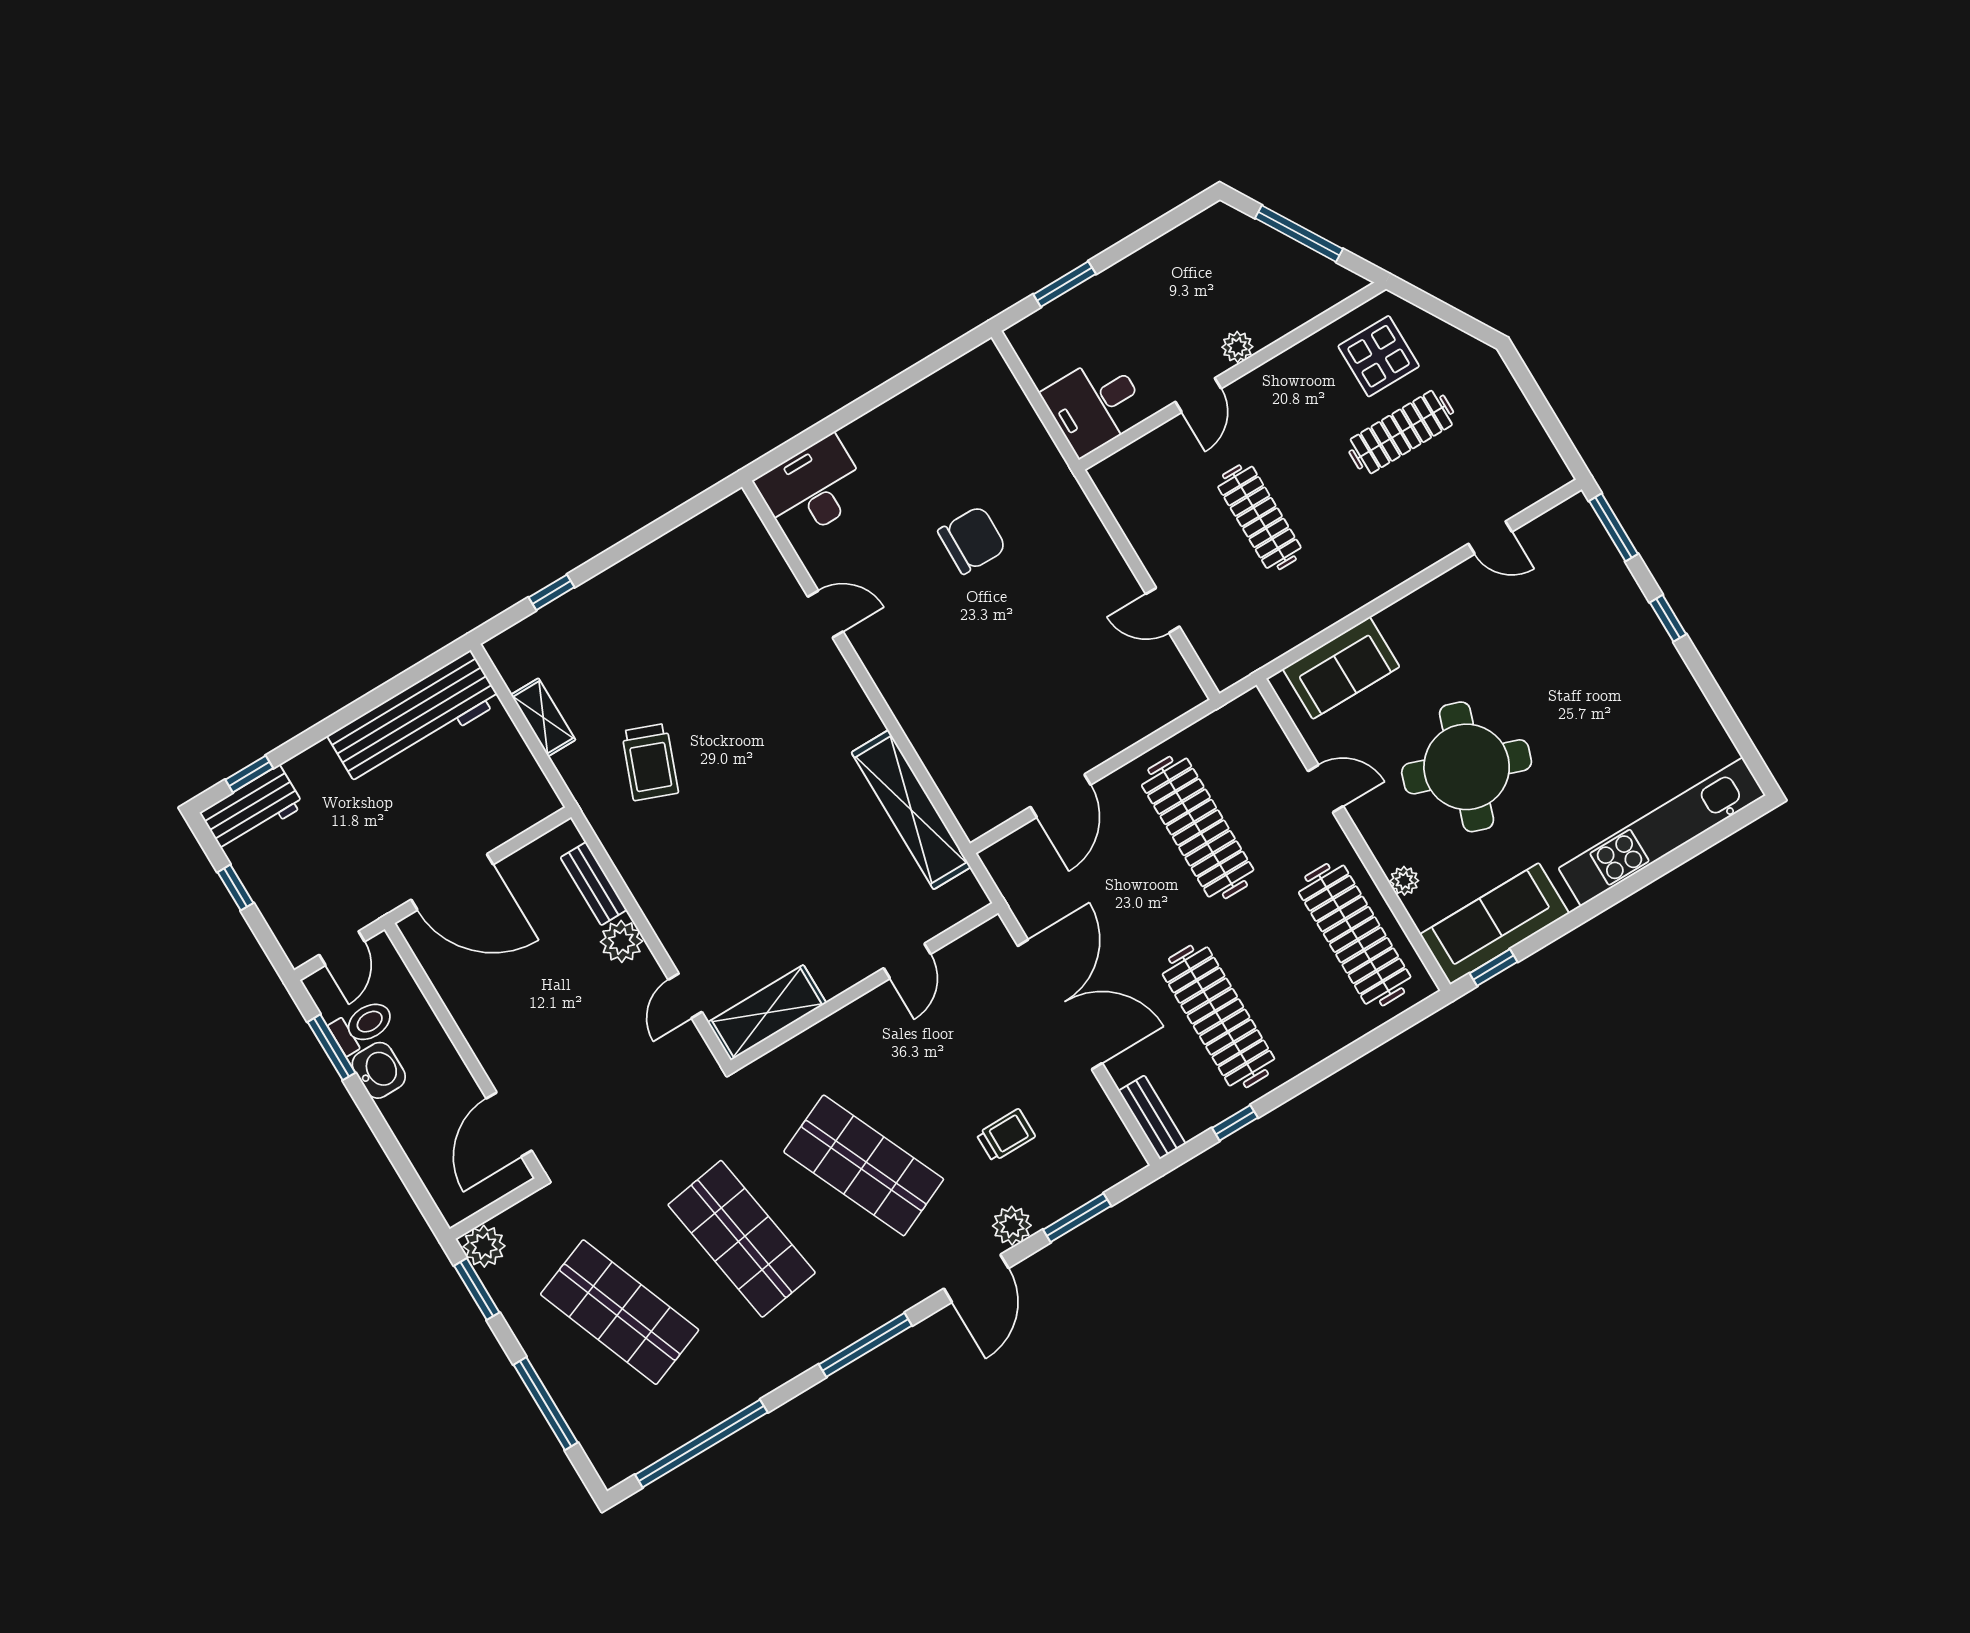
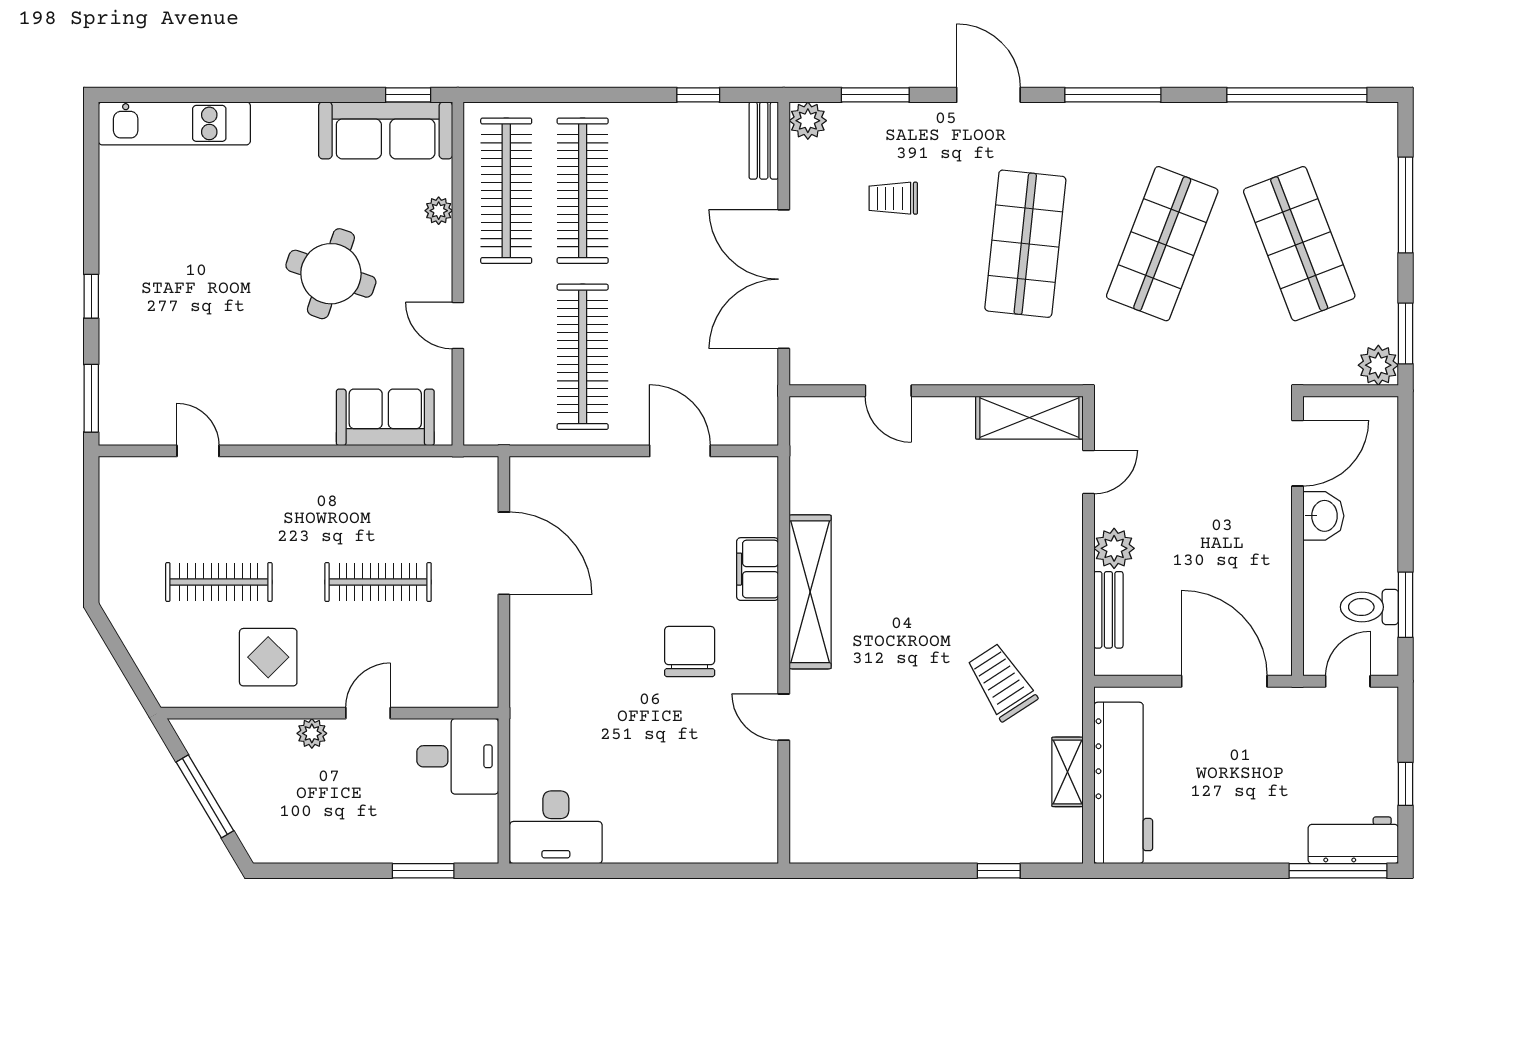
display table: (1379, 356) -> (268, 657), moved
desk: (812, 488) -> (556, 827), moved
clothes rail: (1259, 517) -> (378, 582), turned 90
chair: (972, 540) -> (690, 652), moved, turned 89
door: (1163, 610) -> (504, 553), width x1.88
workbench: (414, 719) -> (1123, 783), moved, turned 90
filing cabinet: (928, 732) -> (758, 569), added
trolley: (650, 762) -> (1002, 682), turned -54
round table: (1467, 767) -> (331, 274), width x0.73, depth x0.73
window: (249, 774) -> (1338, 871), width x2.17
door: (1061, 796) -> (680, 451), hinge flipped
shelving: (911, 810) -> (810, 592), moved
kitchen unit: (1662, 832) -> (174, 123), width x0.73
door: (907, 961) -> (888, 391), swing flipped
clothes rail: (1218, 1016) -> (583, 191), moved
washbasin: (379, 1070) -> (1323, 516), moved, turned 180
shop shelf: (864, 1165) -> (1025, 244), turned 30
plant: (1012, 1226) -> (808, 121), moved
shop shelf: (742, 1239) -> (1162, 244), turned 30
door: (976, 1278) -> (988, 95), hinge flipped

